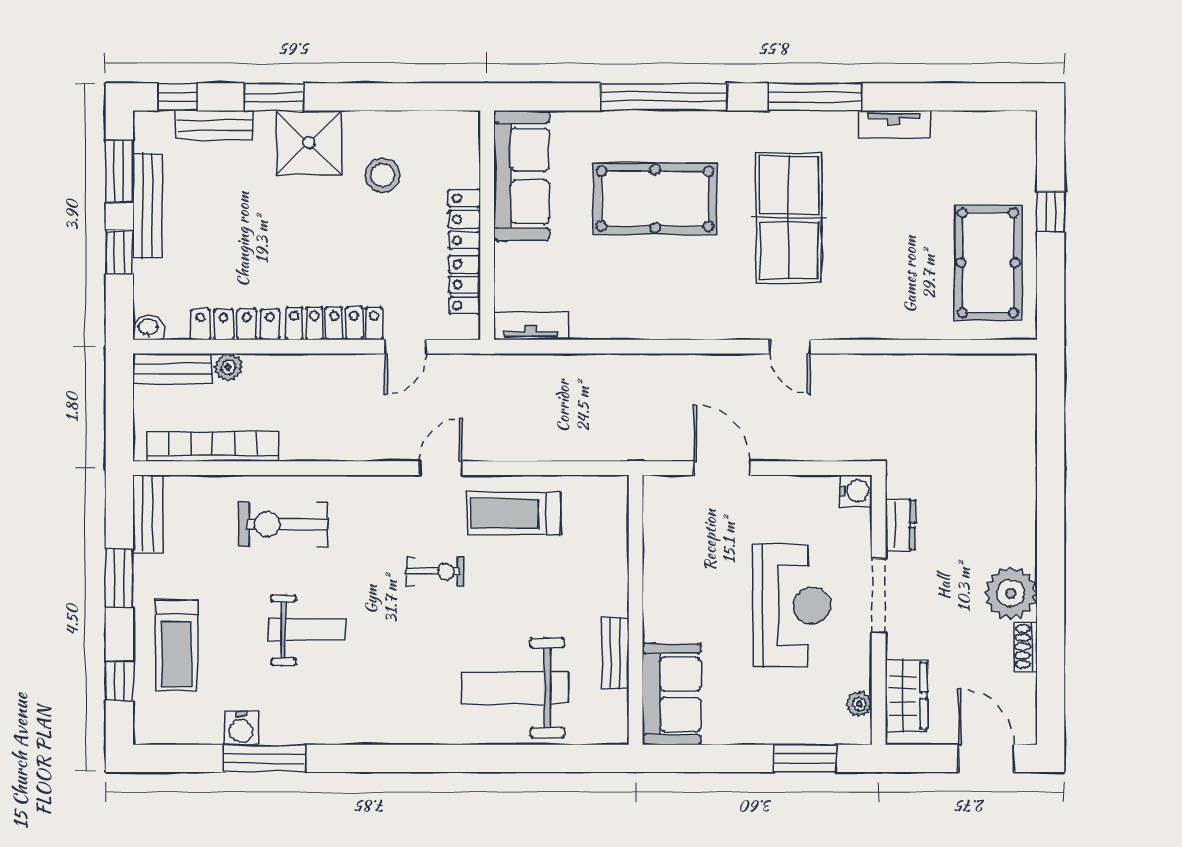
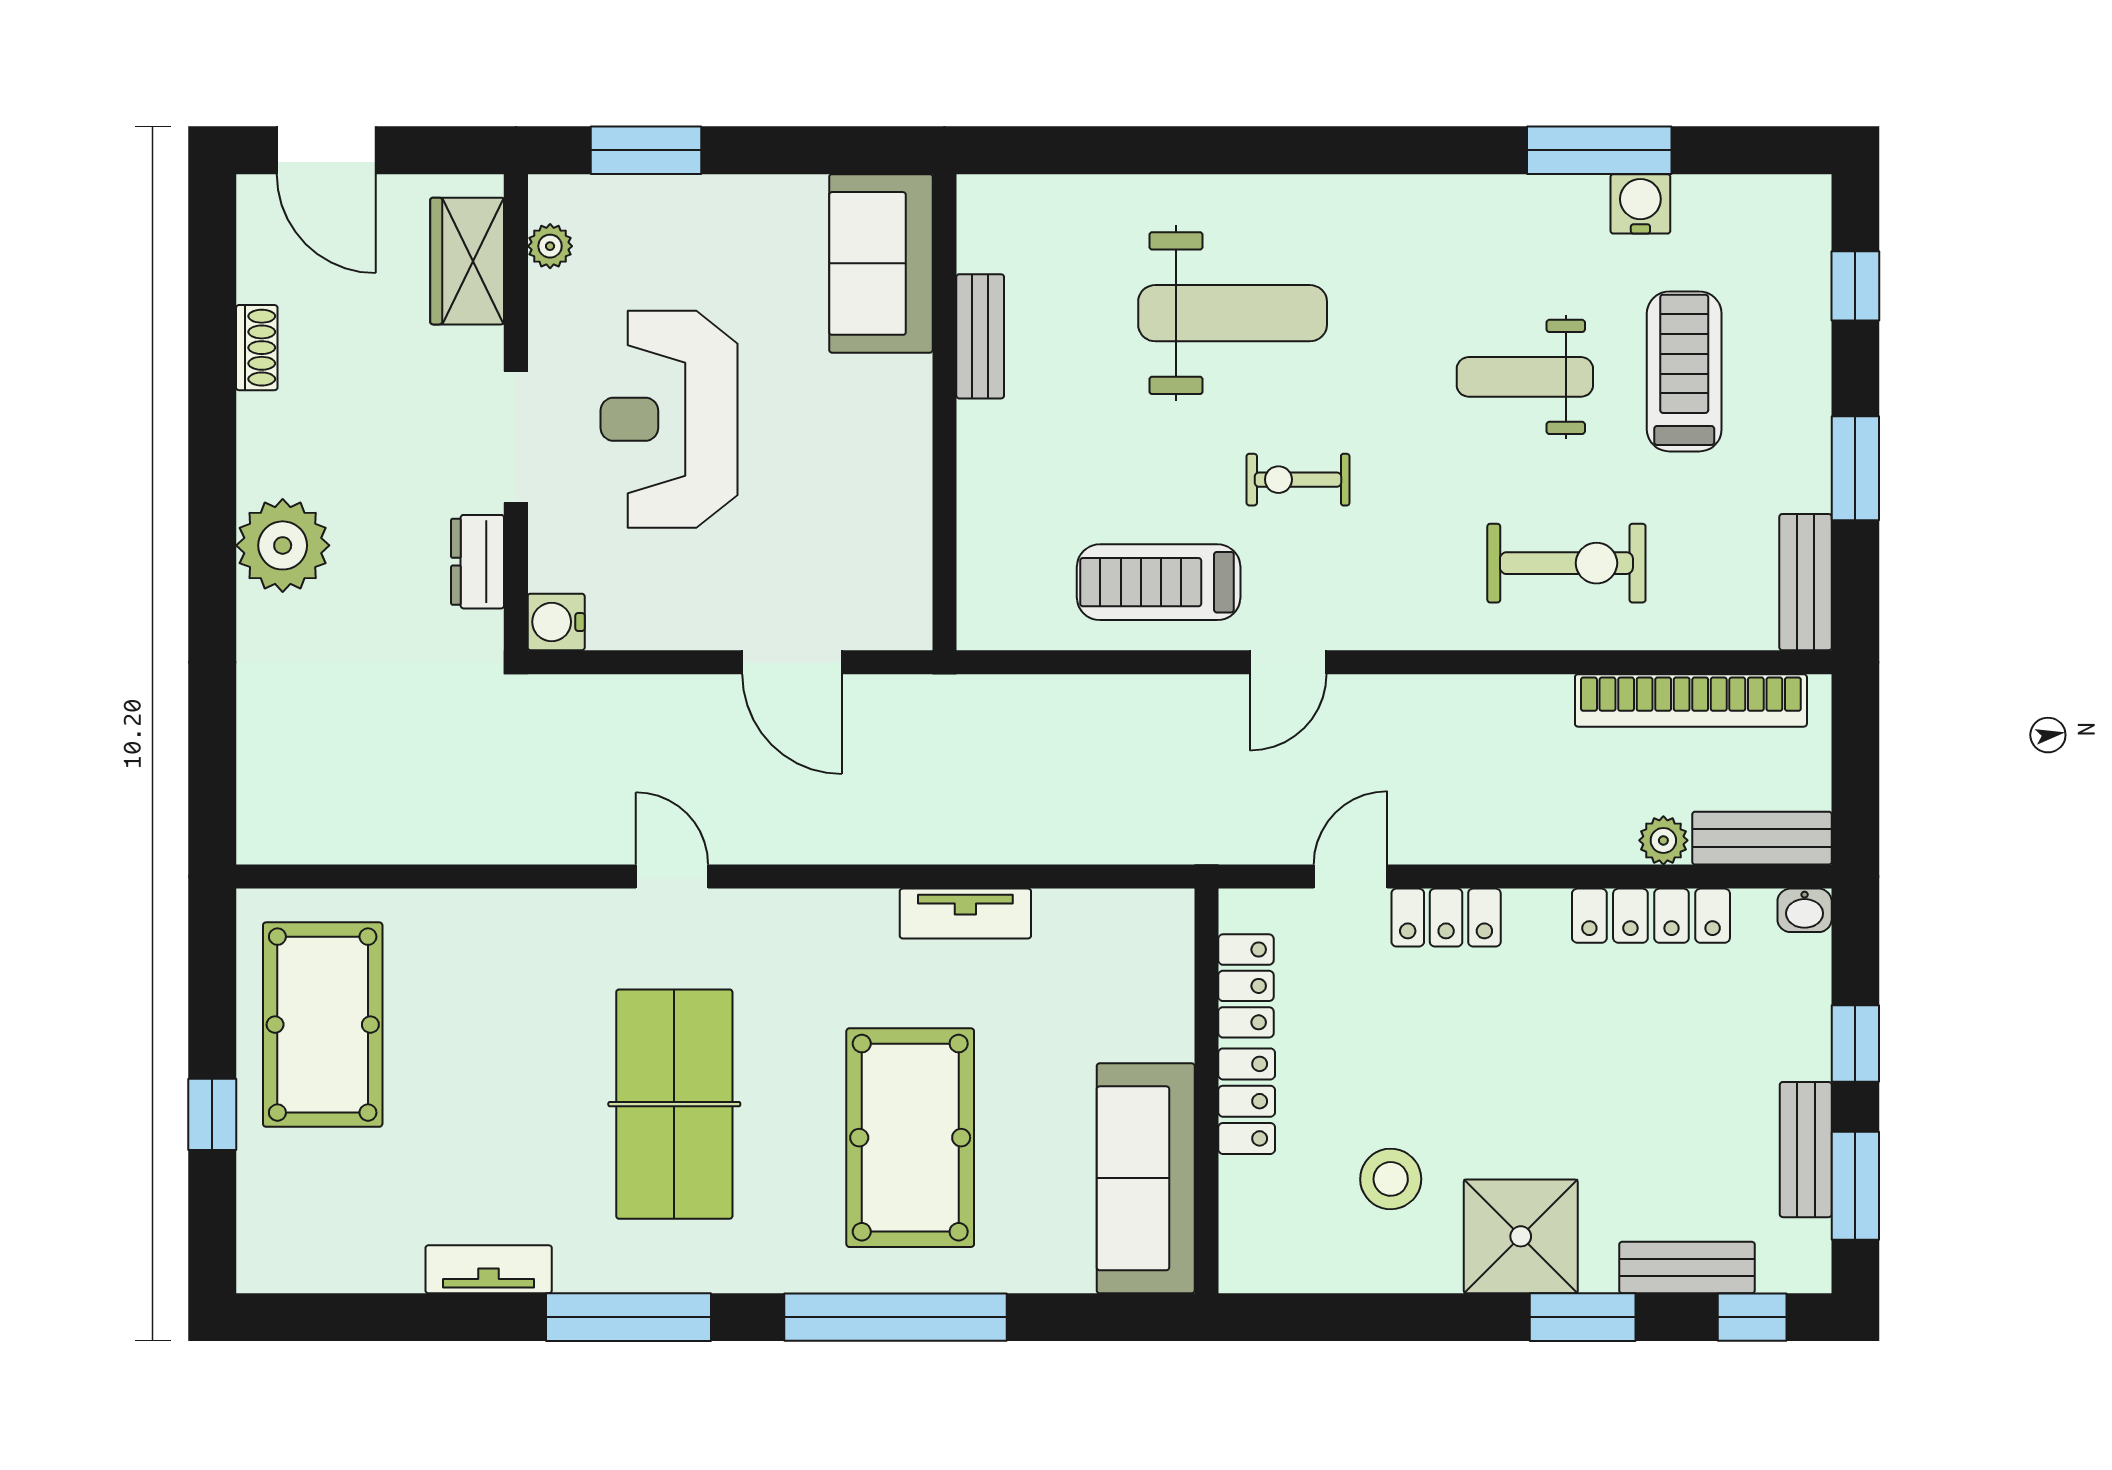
pool table: (655, 199) -> (910, 1138), turned 90
bench: (147, 206) -> (1806, 1150), width x0.73
locker: (334, 323) -> (1446, 918), width x0.66
tv unit: (531, 326) -> (965, 914), moved
treadmill: (514, 513) -> (1159, 582), turned 180
plant: (1011, 593) -> (283, 545), moved
treadmill: (176, 645) -> (1684, 371), moved
weight bench: (515, 688) -> (1233, 313), moved

